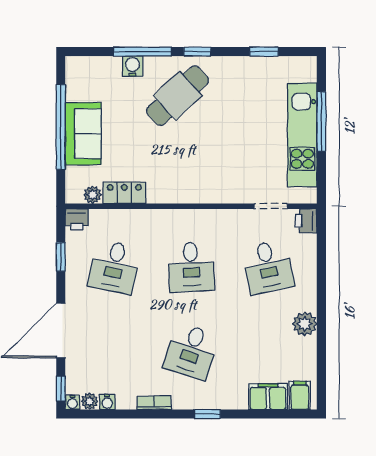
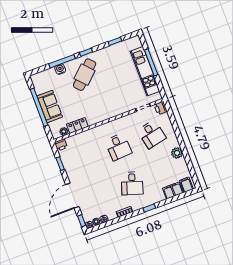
desk: (114, 267) -> (85, 159), removed

